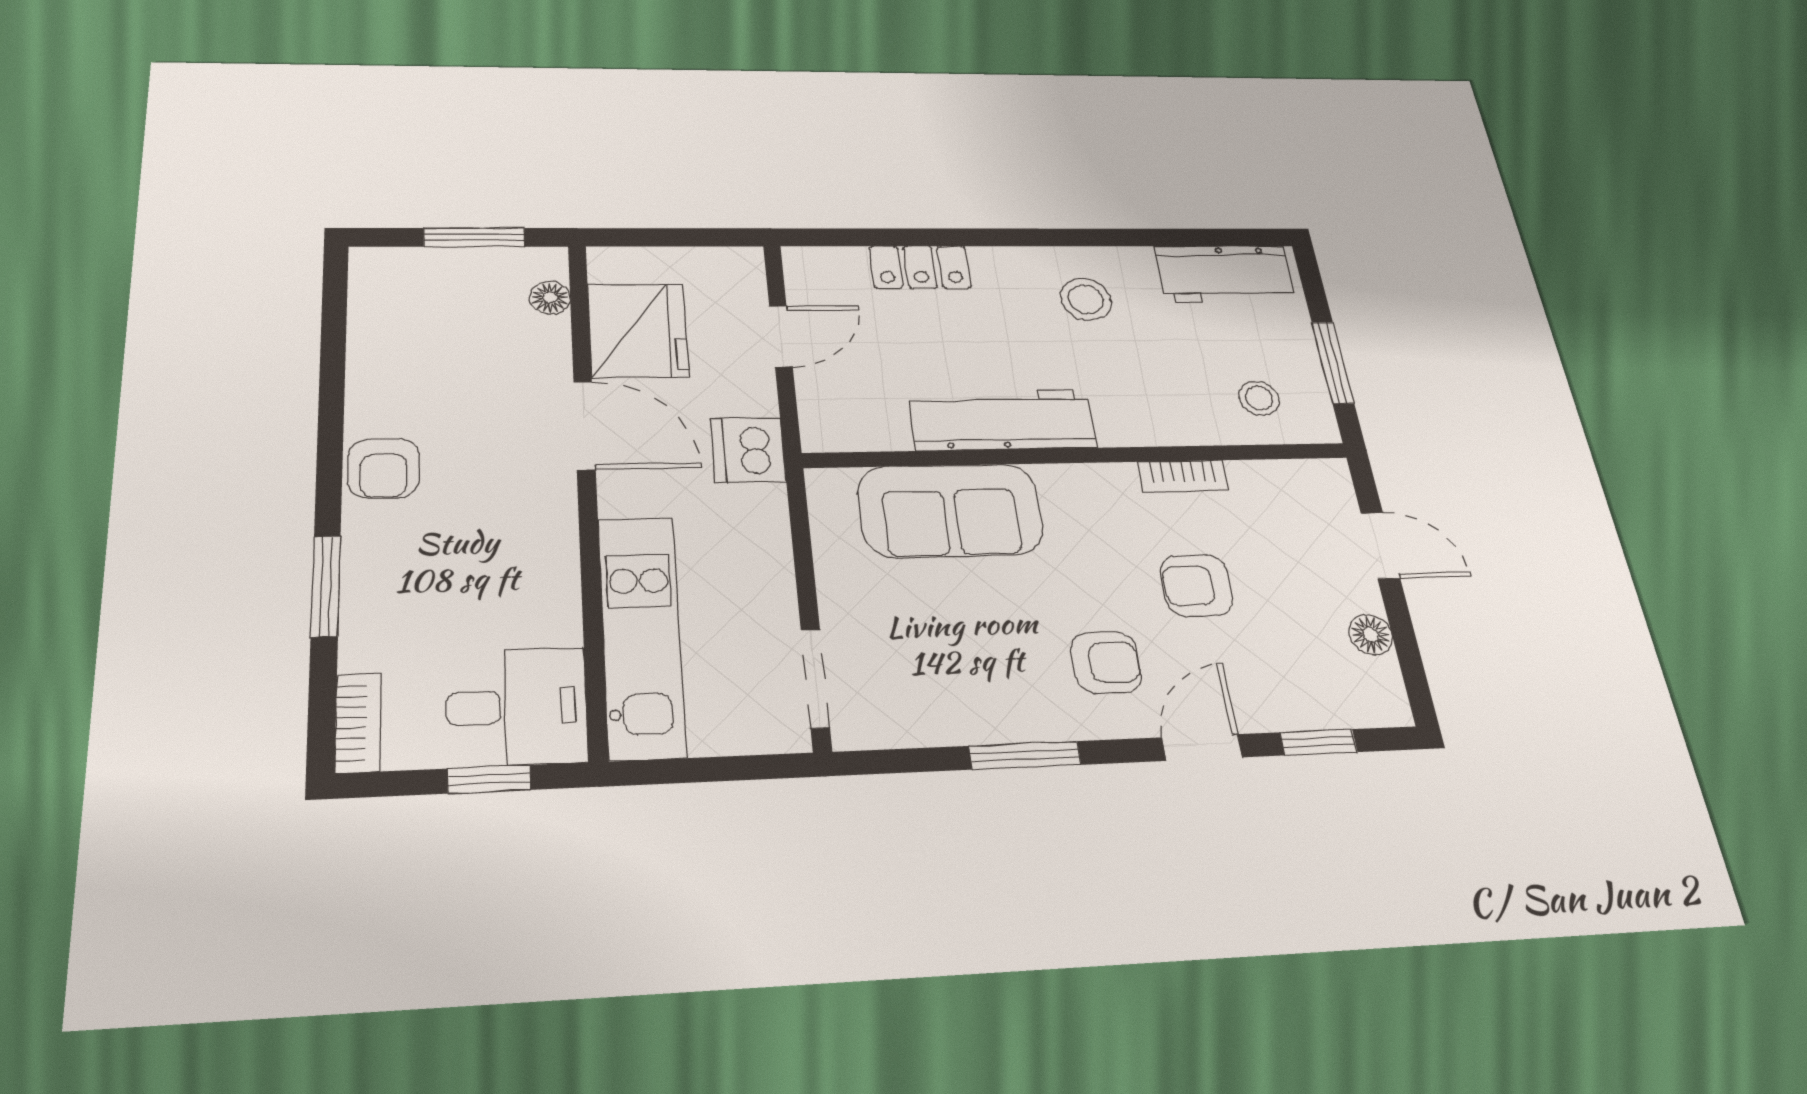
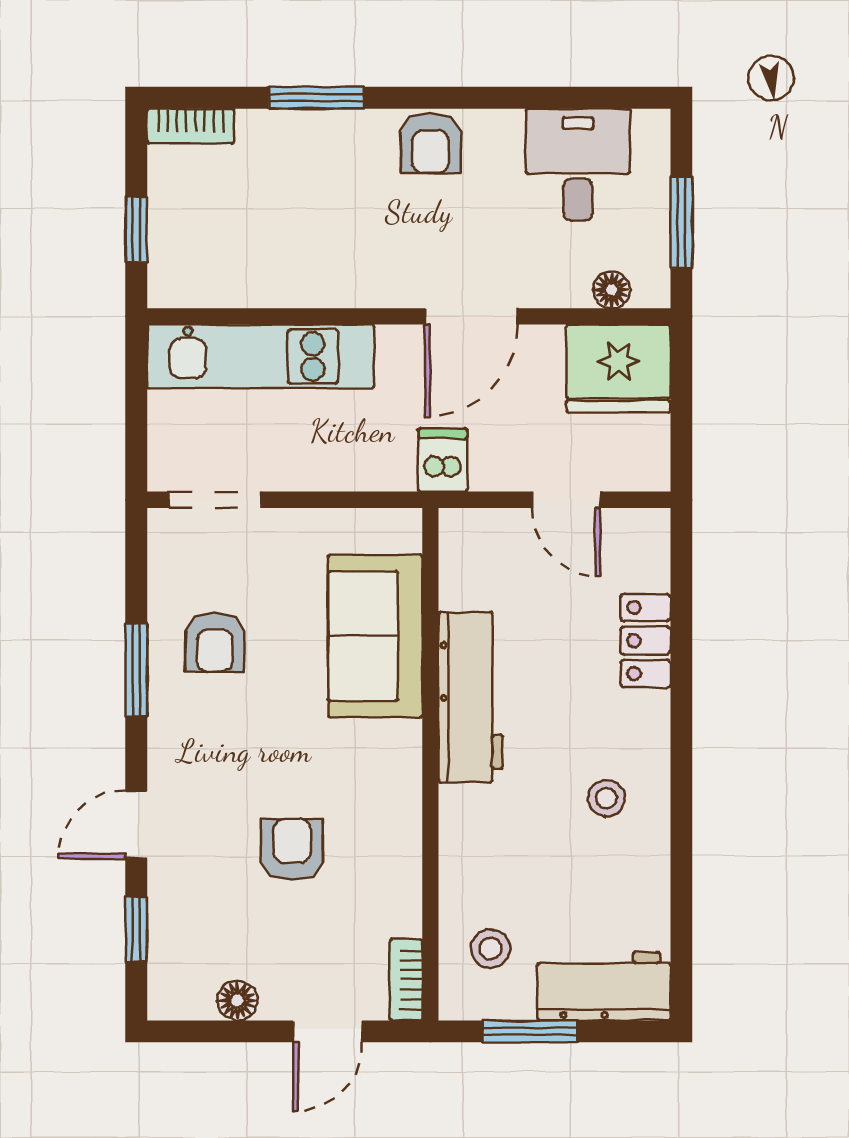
workbench: (1225, 274) -> (604, 986), moved, turned 90
stool: (1086, 299) -> (607, 798), width x0.73, depth x0.73
fridge: (638, 330) -> (618, 369), moved
dishwasher: (748, 450) -> (443, 460), width x0.73
armchair: (383, 468) -> (431, 143), turned -90
bookcase: (1183, 476) -> (406, 980), moved
armchair: (1106, 662) -> (215, 642), moved
desk: (517, 707) -> (578, 165), moved, turned 180
door: (1202, 747) -> (136, 825), swing flipped

